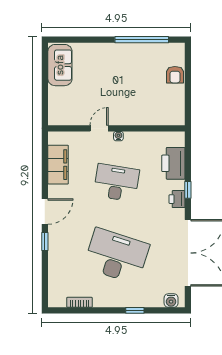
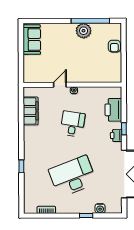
plant: (132, 53) -> (84, 31), added
desk: (116, 183) -> (73, 124), width x0.73
door: (45, 211) -> (21, 145), removed
desk: (116, 256) -> (73, 176), turned -39
water cooler: (171, 301) -> (100, 208), moved

